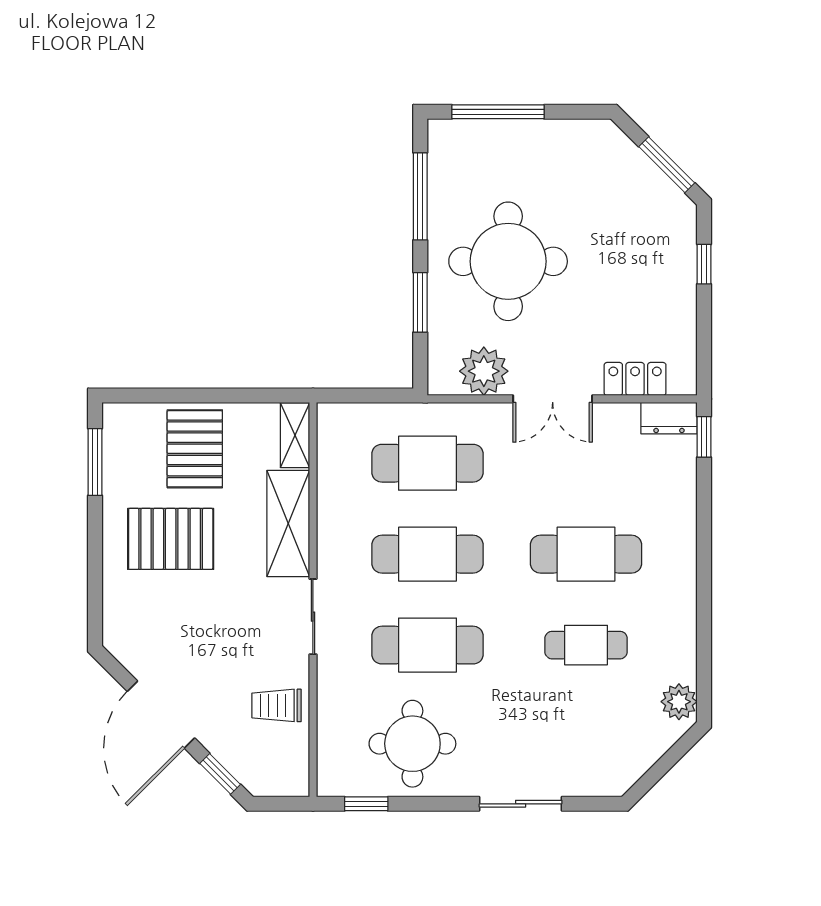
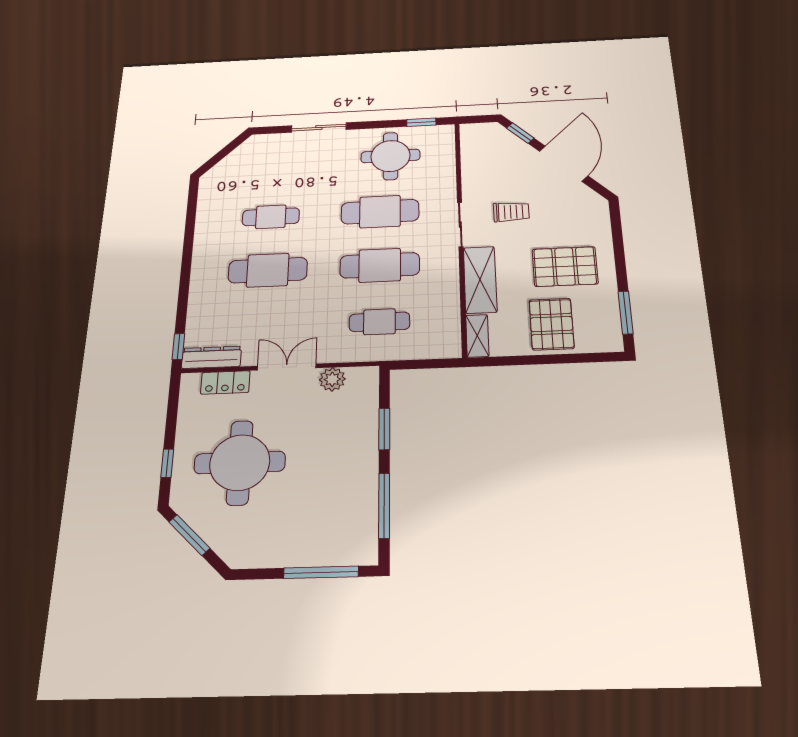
round table: (508, 261) -> (240, 463), moved
plant: (484, 371) -> (332, 379), width x0.73, depth x0.73
dresser: (669, 418) -> (211, 357), width x1.44
cafe table: (427, 463) -> (379, 322), width x0.73, depth x0.74
plant: (679, 702) -> (210, 188), removed
trolley: (277, 705) -> (511, 212), moved

